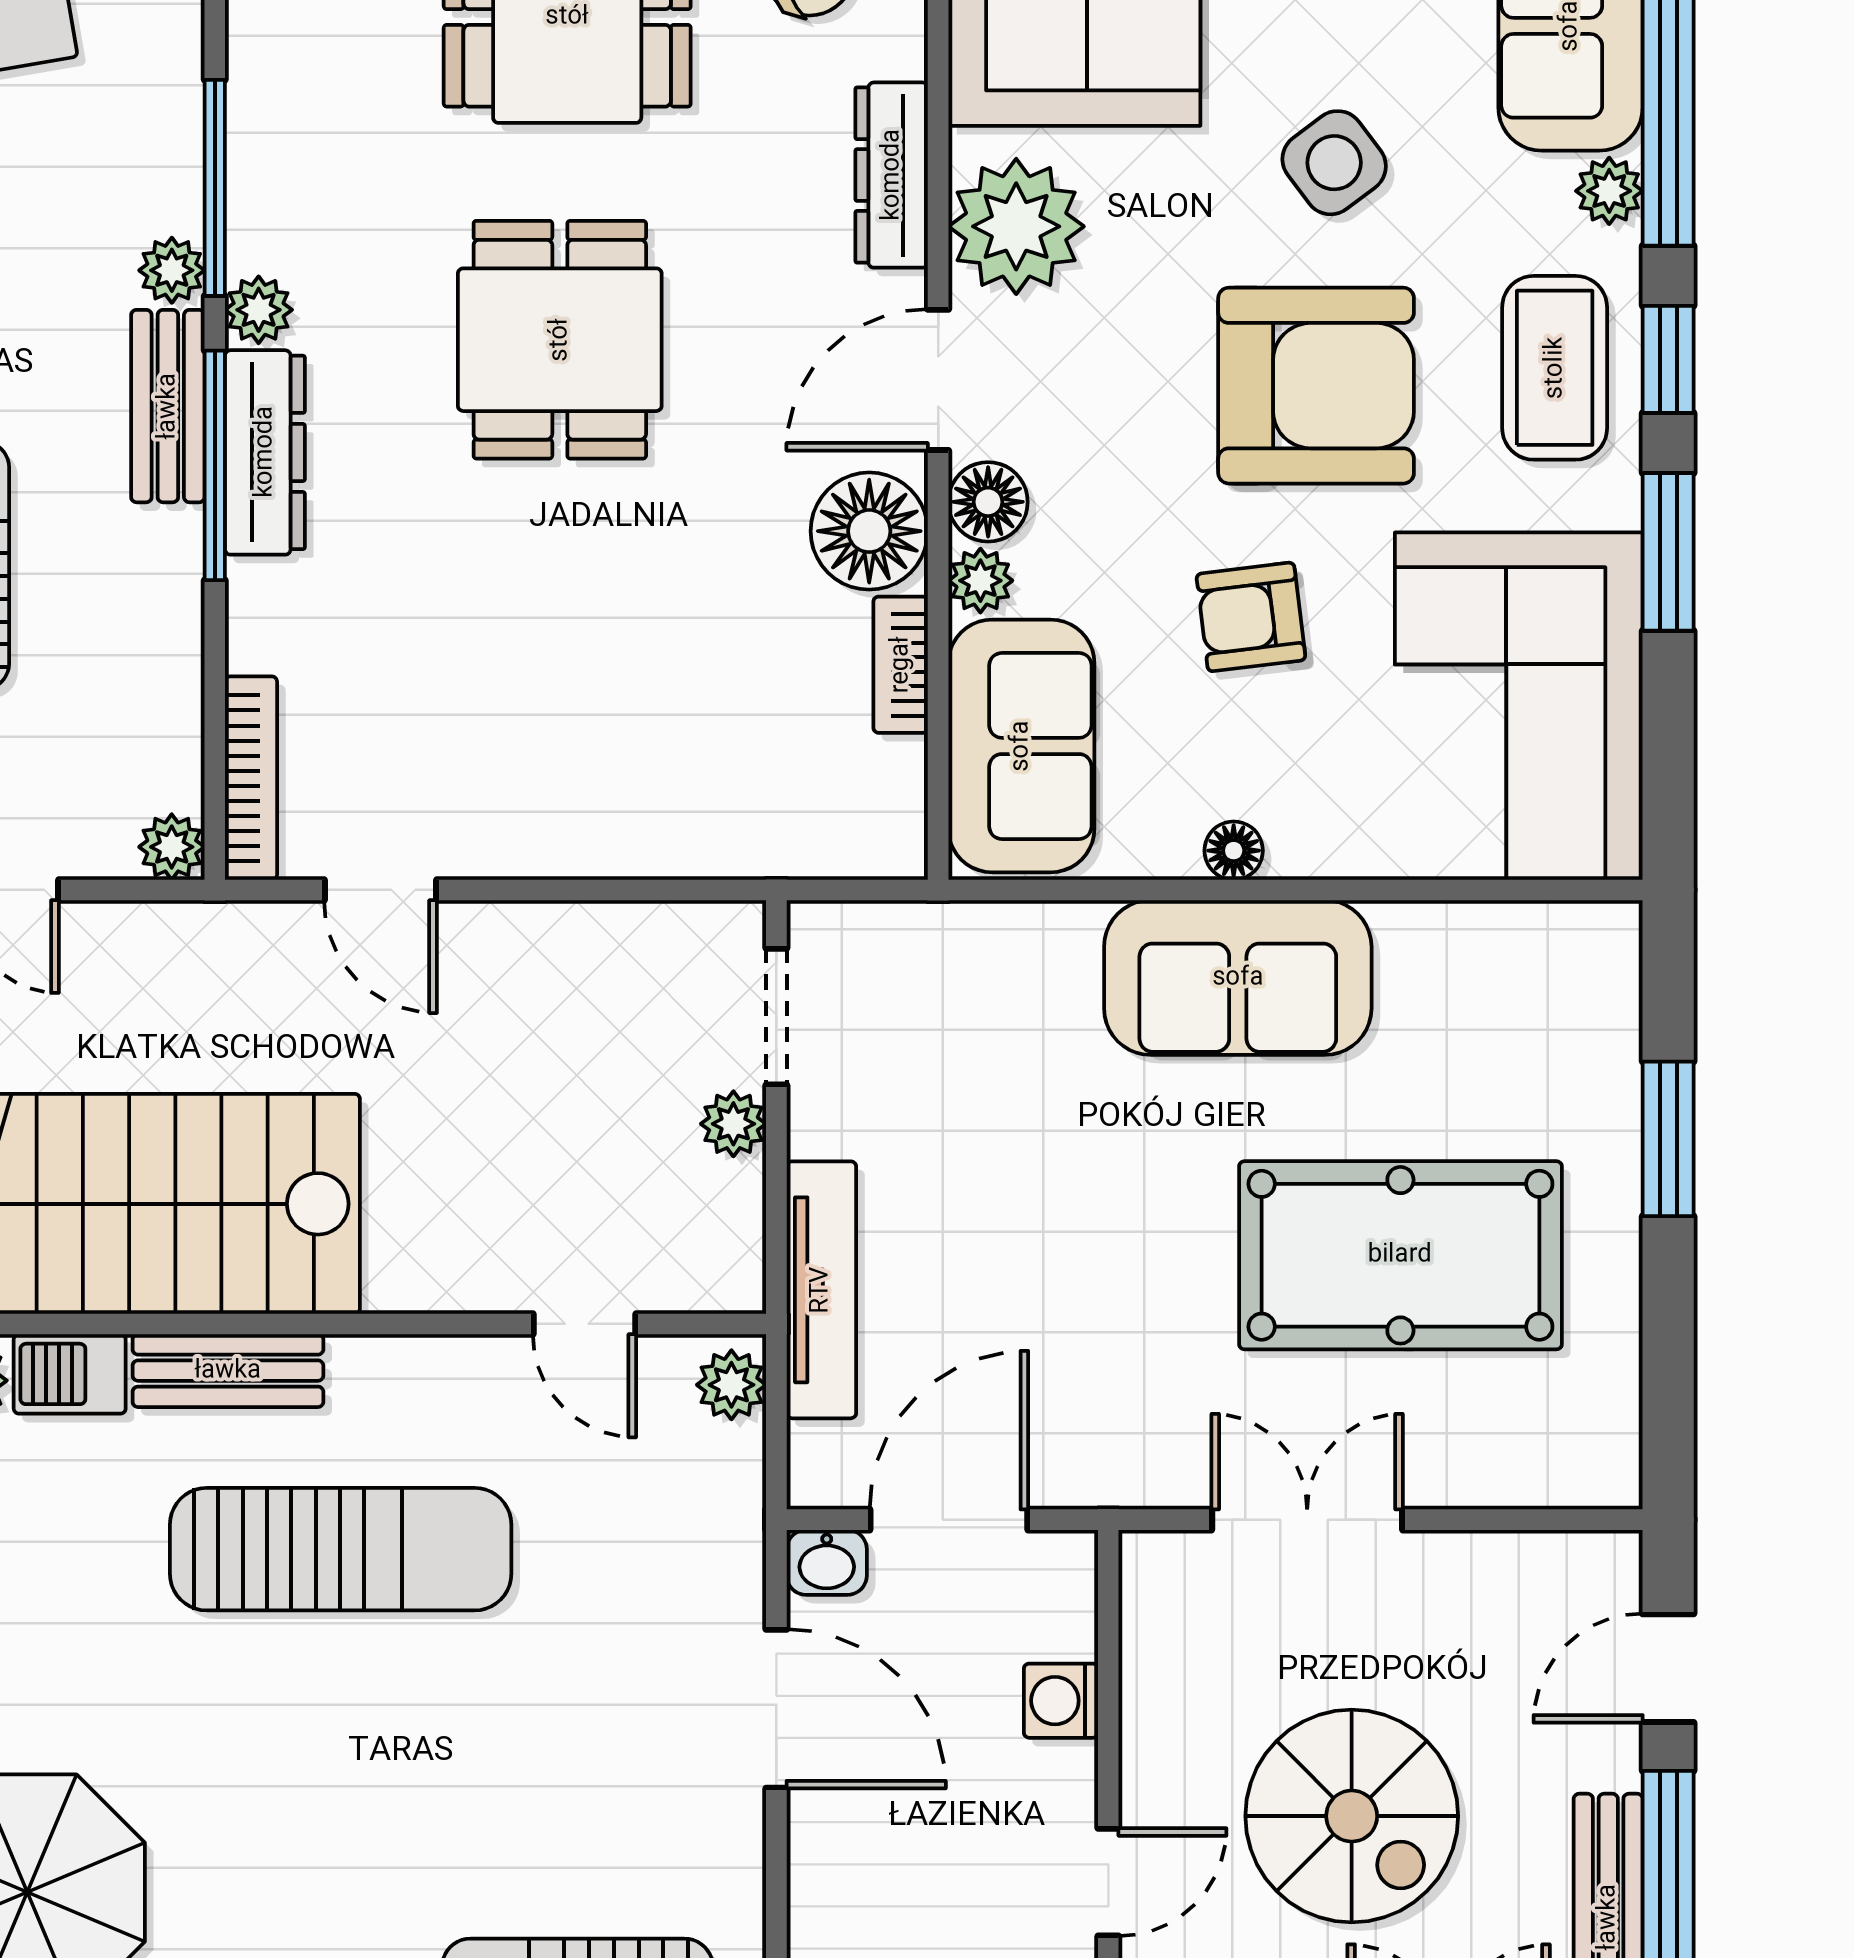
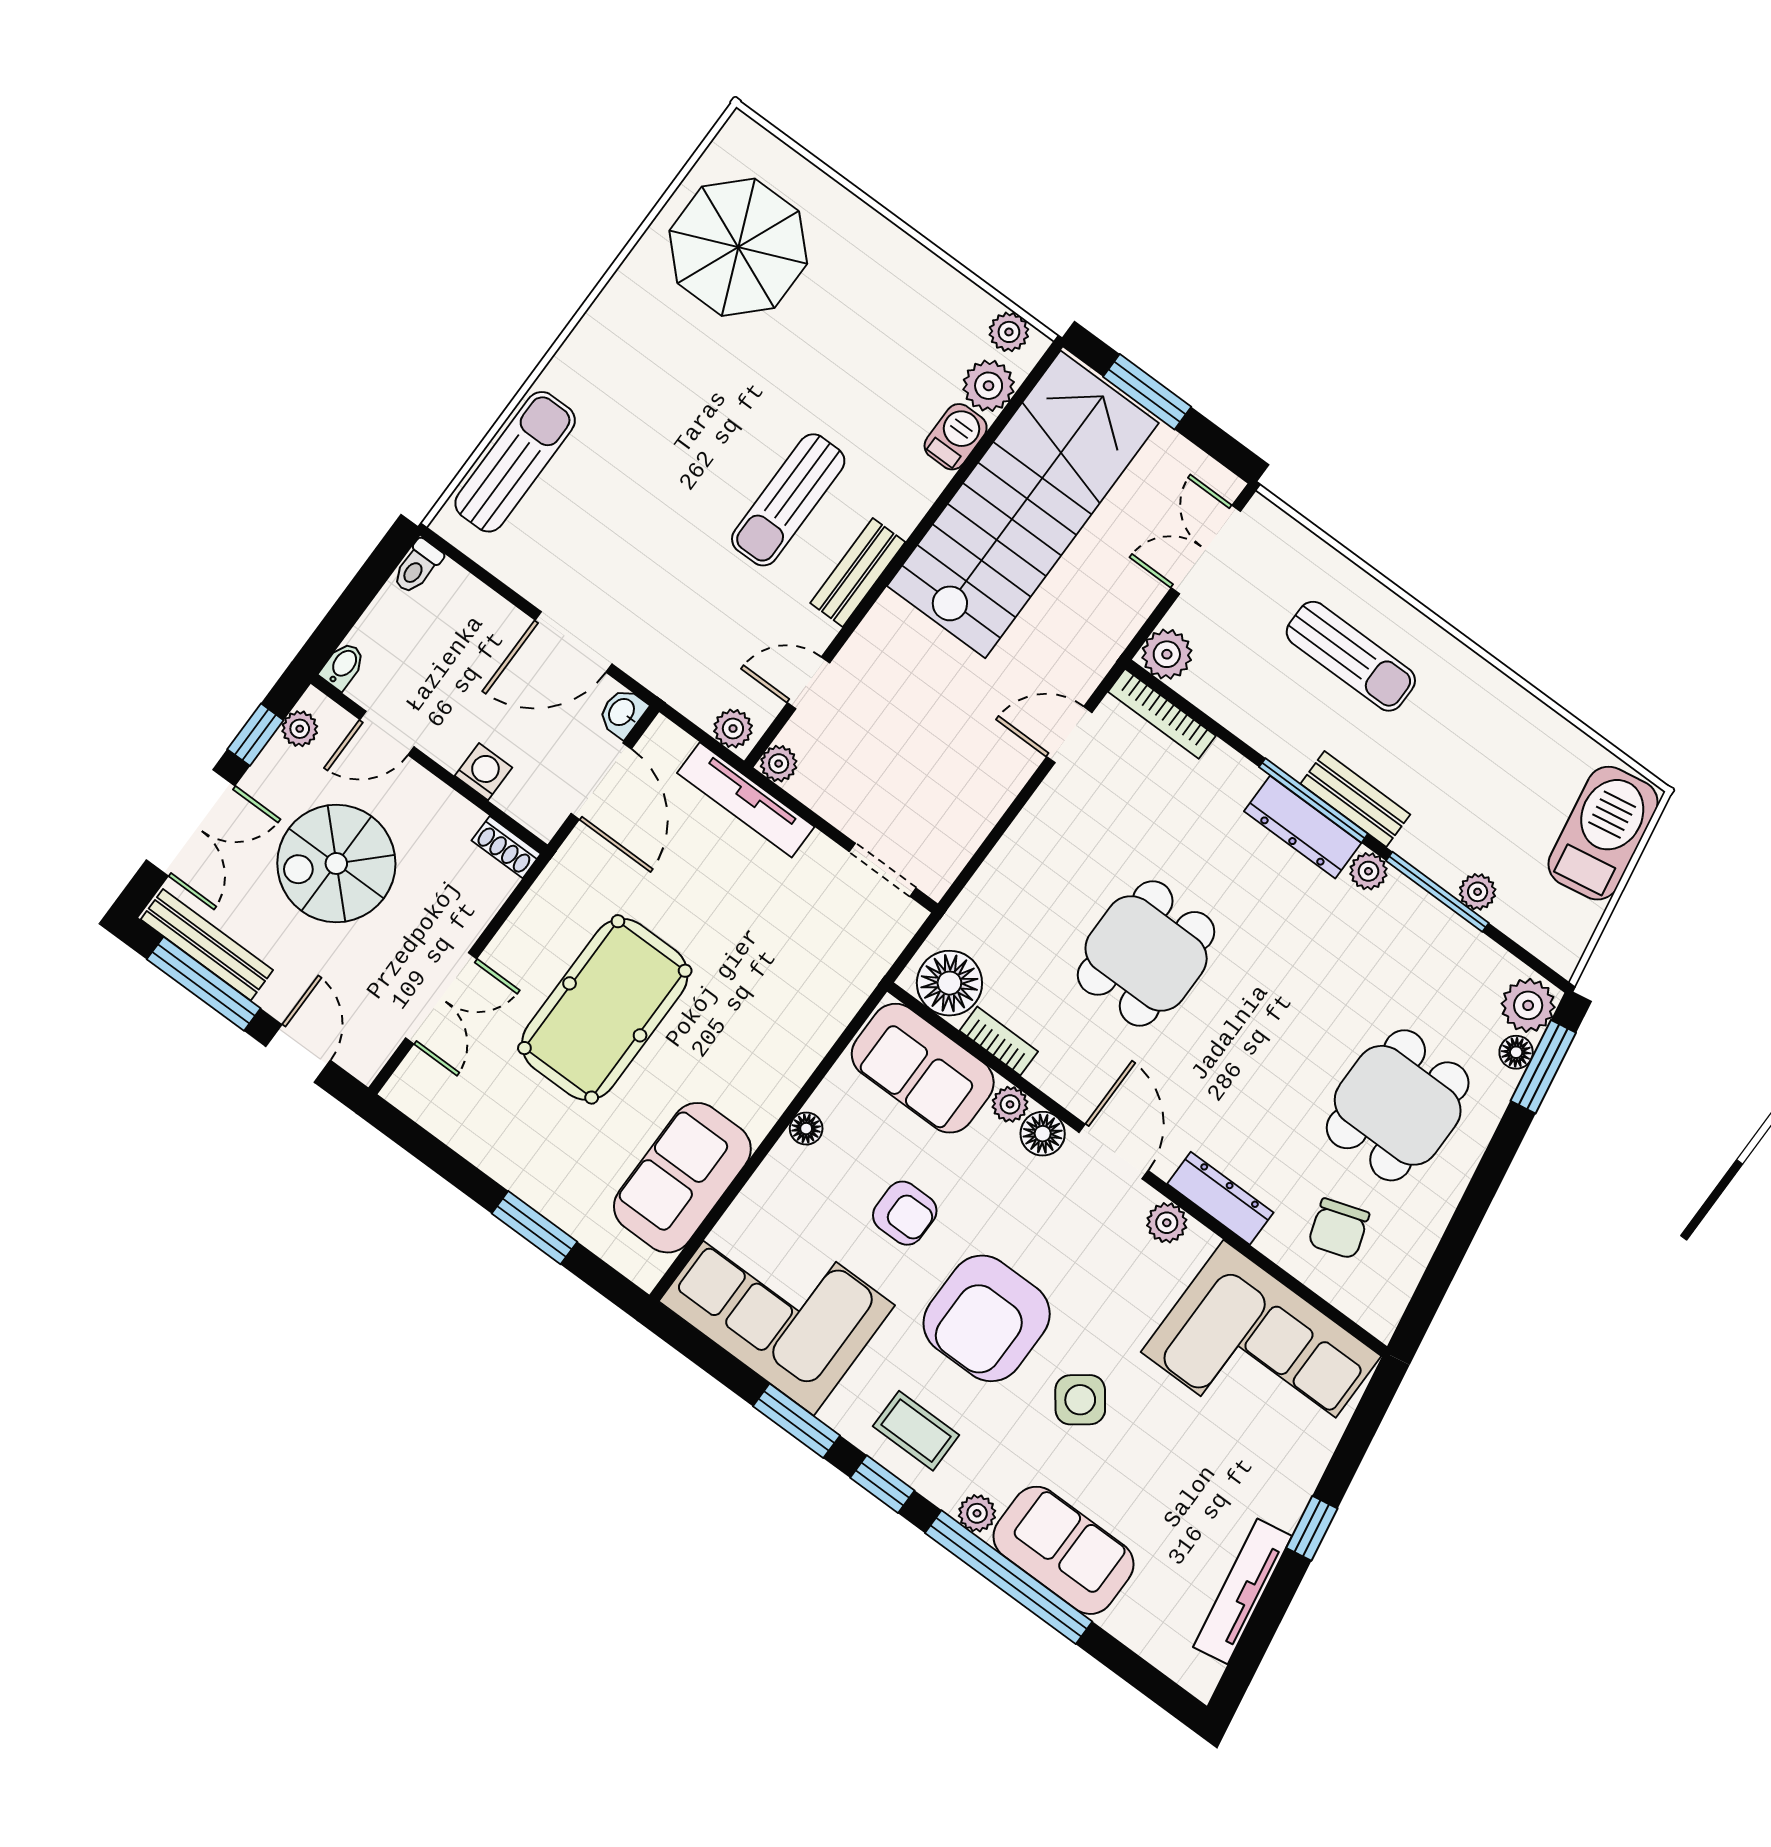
plant: (1016, 226) -> (1167, 1223), width x0.53, depth x0.53
plant: (172, 270) -> (1478, 892), moved
dining table: (560, 340) -> (1146, 953), moved, turned 90
coffee table: (1555, 368) -> (916, 1431), width x0.73, depth x0.77
floor lamp: (869, 531) -> (949, 983), moved
armchair: (1251, 617) -> (905, 1213), turned 97
plant: (172, 847) -> (1167, 654), width x1.38, depth x1.38
sofa: (1238, 978) -> (682, 1178), moved
plant: (733, 1124) -> (779, 764), moved
pool table: (1400, 1255) -> (605, 1009), moved
bench: (228, 1371) -> (858, 572), moved
double door: (1307, 1520) -> (441, 998), moved
sun lounger: (341, 1549) -> (788, 500), width x0.73, depth x0.75
shoe rack: (1146, 1587) -> (506, 847), added
door: (1108, 1882) -> (387, 733), hinge flipped

